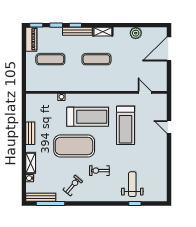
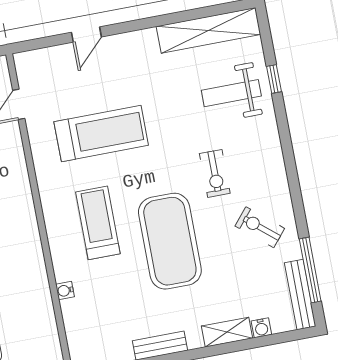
treadmill: (88, 117) -> (98, 223), width x0.73, depth x0.73
shelving: (161, 179) -> (208, 30), added

